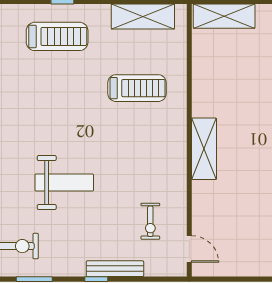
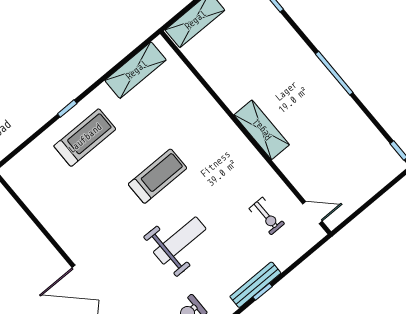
treadmill: (137, 88) -> (158, 176), moved
bench: (115, 269) -> (255, 285), moved

